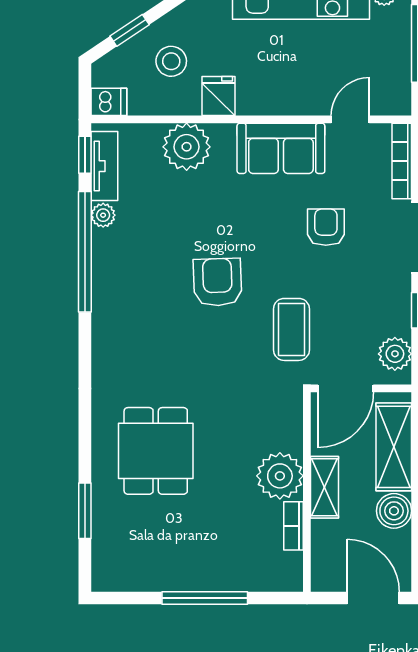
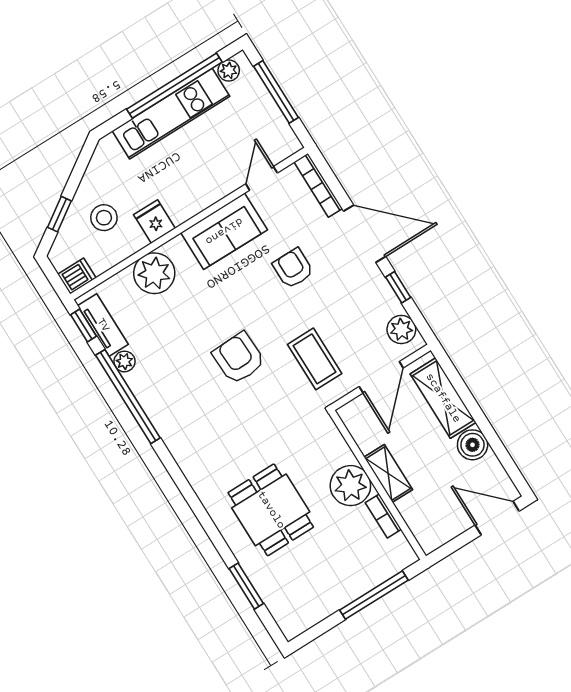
plant: (280, 476) -> (350, 486), moved
shelving: (325, 487) -> (388, 473), moved
wall: (307, 492) -> (378, 485), moved
bookcase: (293, 526) -> (383, 516), moved

